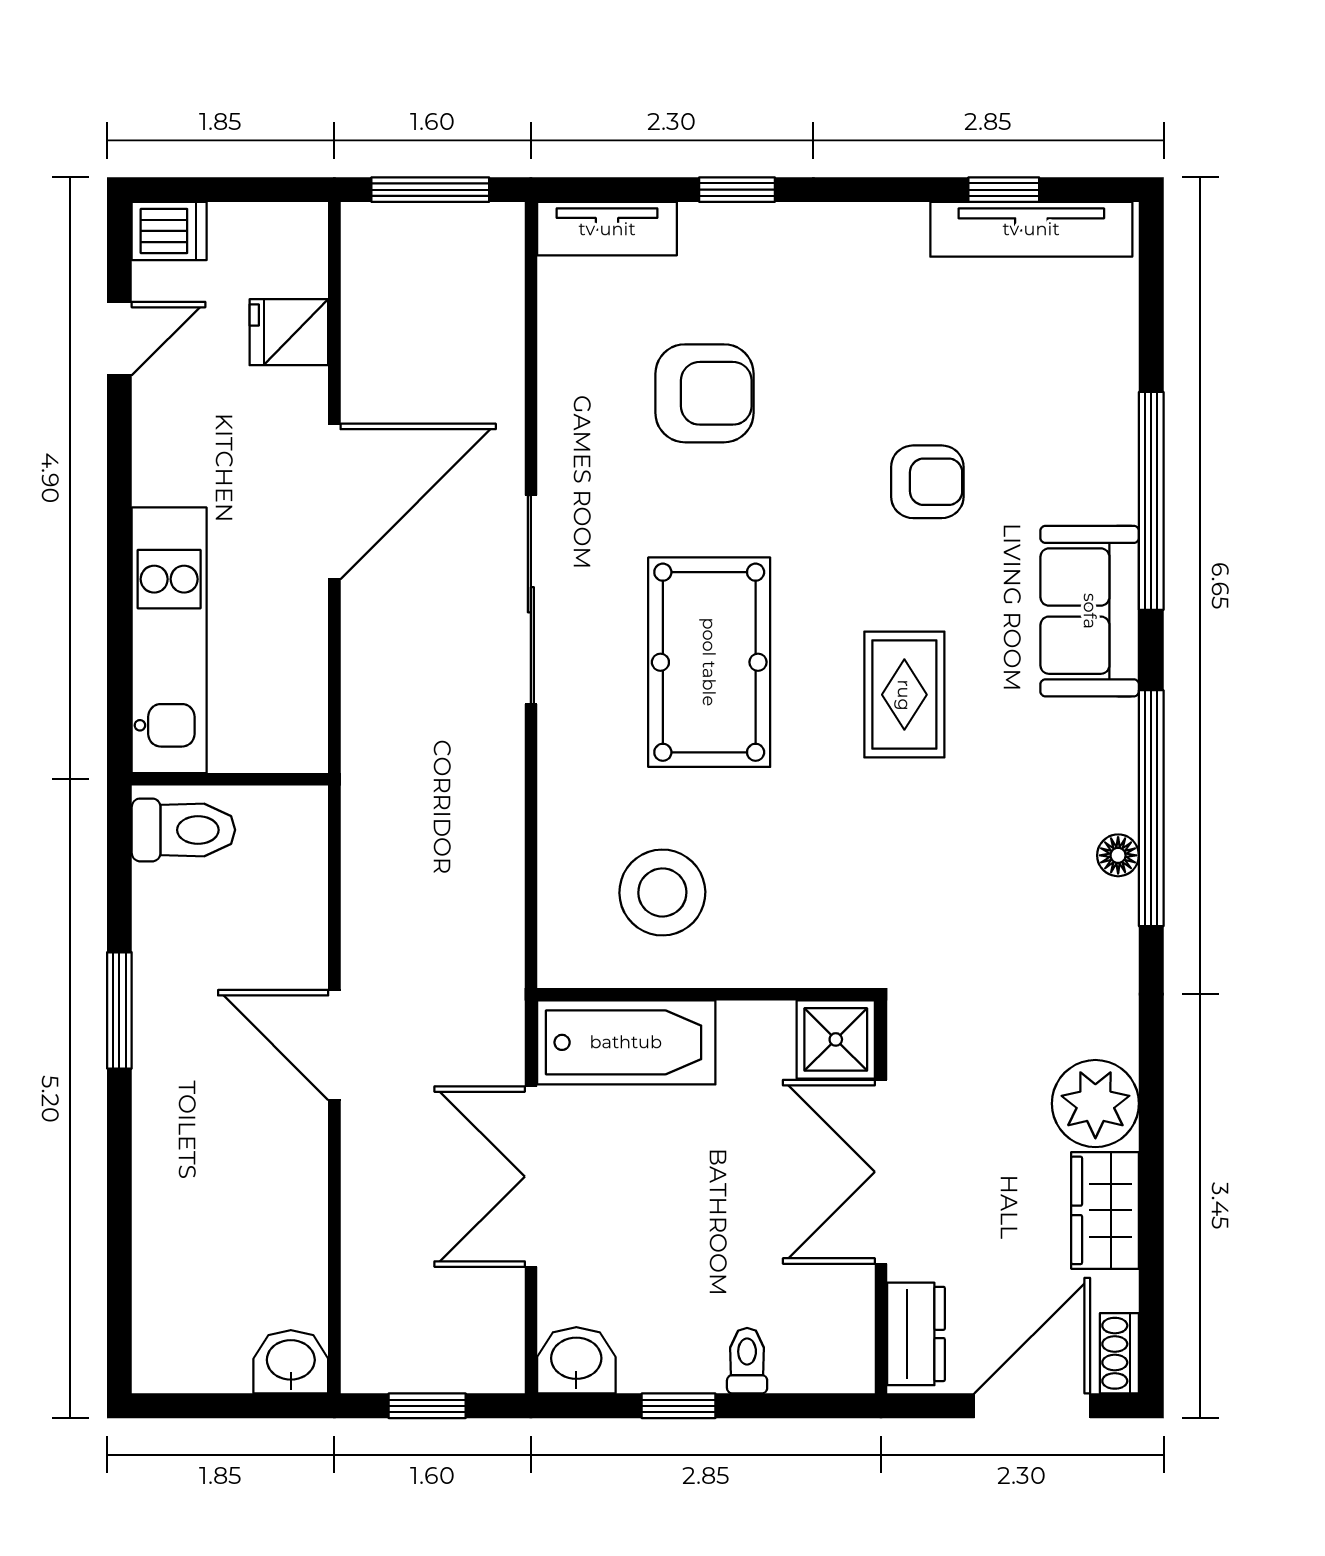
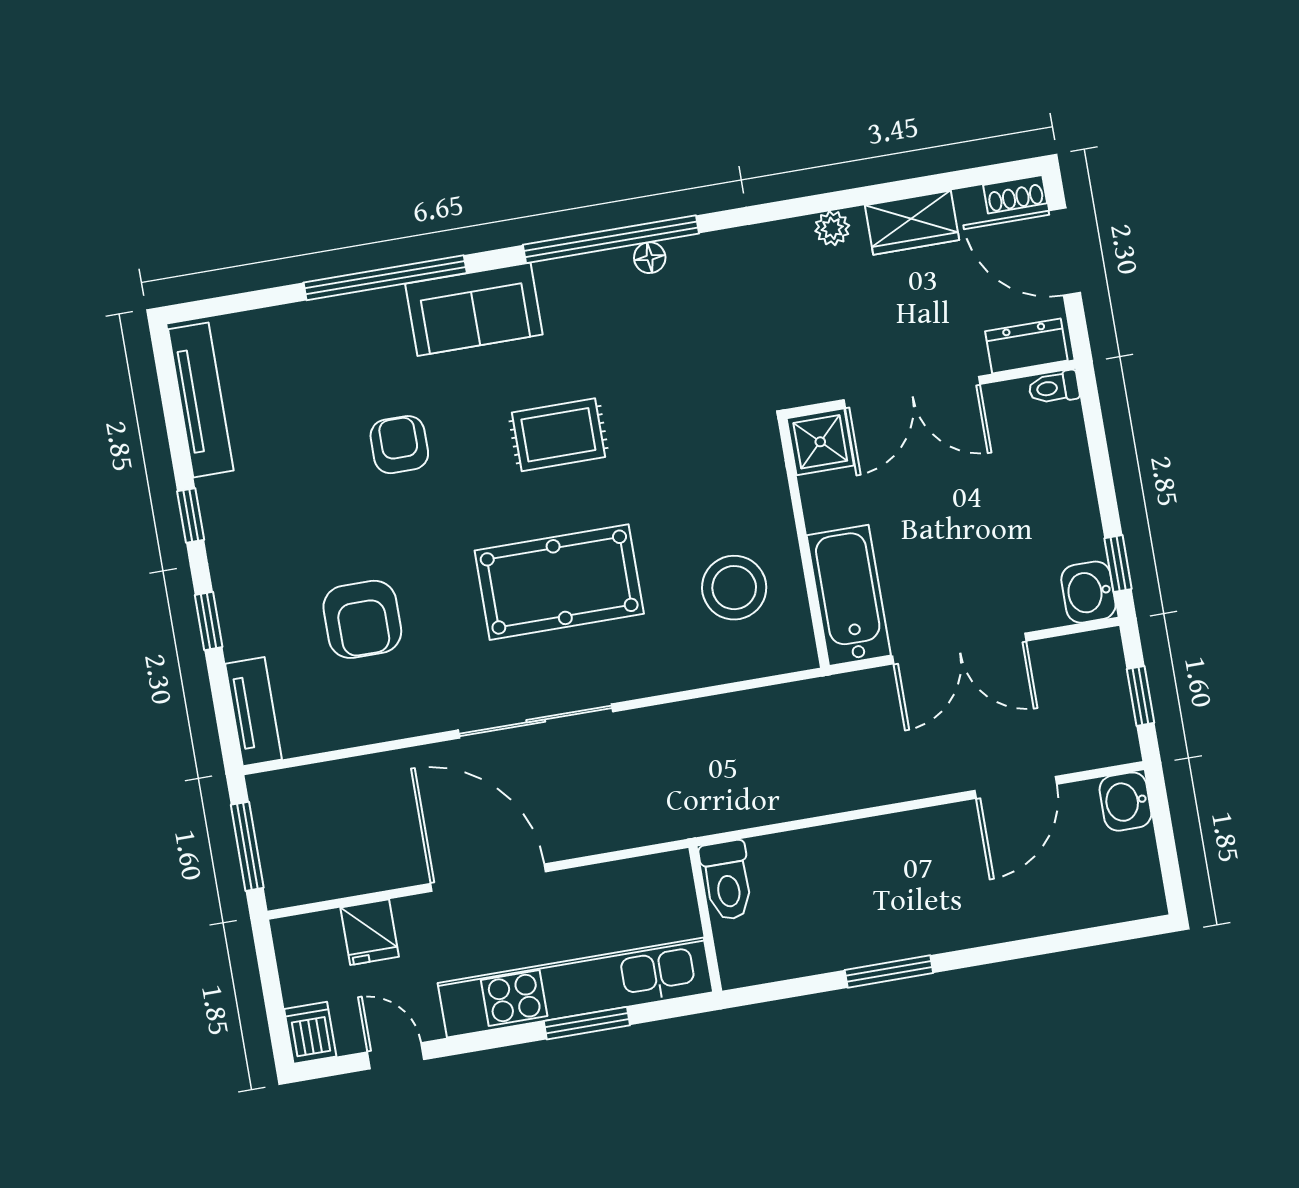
window: (1004, 190) -> (191, 515), moved
armchair: (704, 393) -> (362, 619), turned 180
window: (119, 599) -> (587, 1023), added
kitchen unit: (169, 640) -> (575, 988), width x1.36
toilet: (183, 830) -> (727, 880), moved, turned 180
door: (334, 1045) -> (1016, 787), moved
plant: (1095, 1104) -> (832, 228), width x0.53, depth x0.53
toilet: (747, 1361) -> (1054, 388), moved
window: (679, 1406) -> (1118, 564), moved

